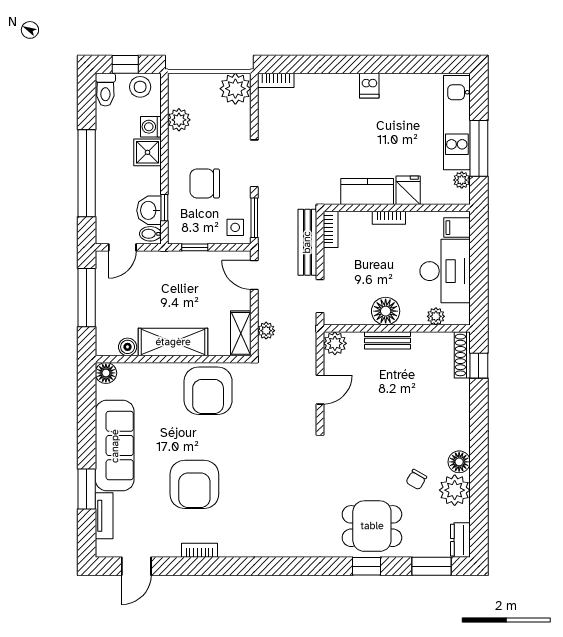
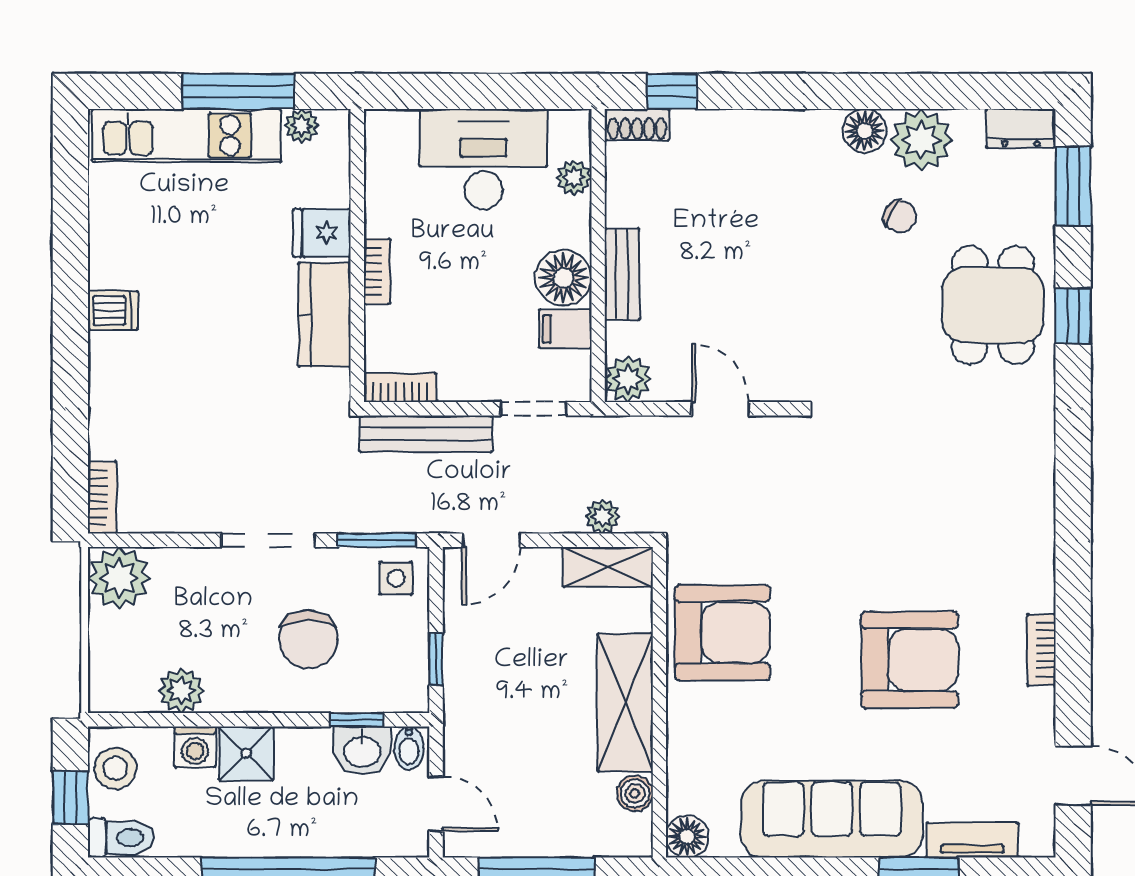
filing cabinet: (457, 228) -> (565, 329), moved, turned 90
shoe rack: (462, 355) -> (637, 125), width x0.70

